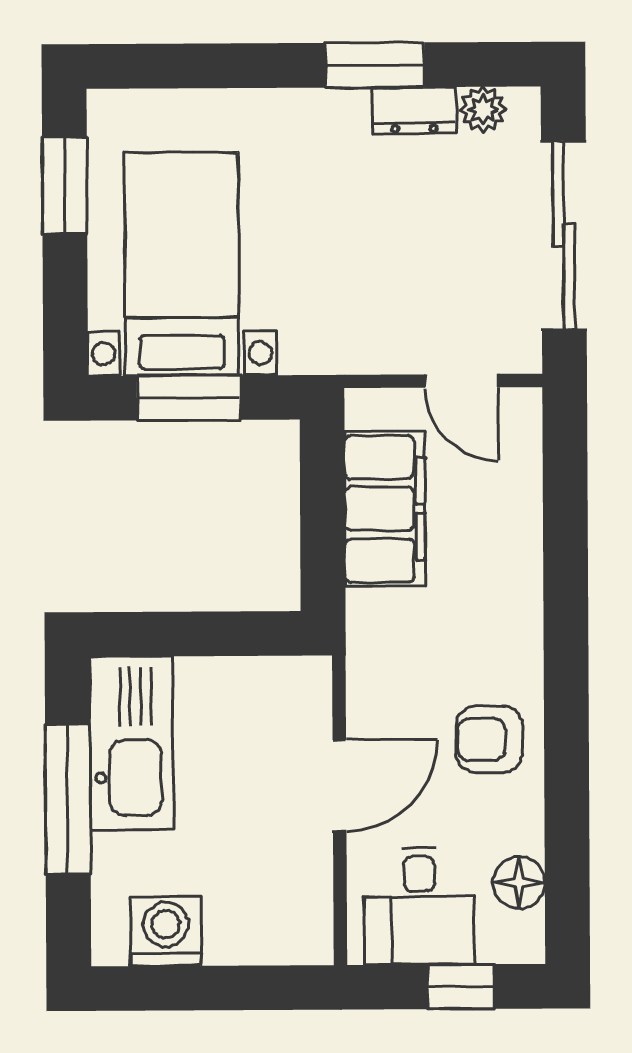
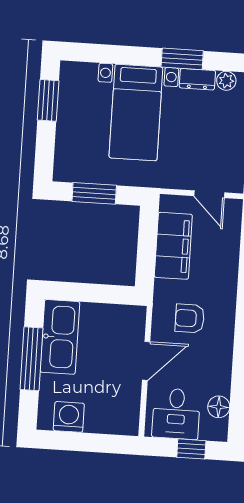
bed with nightstands: (182, 264) -> (136, 112), moved, turned 180
armchair: (489, 739) -> (190, 318), moved

